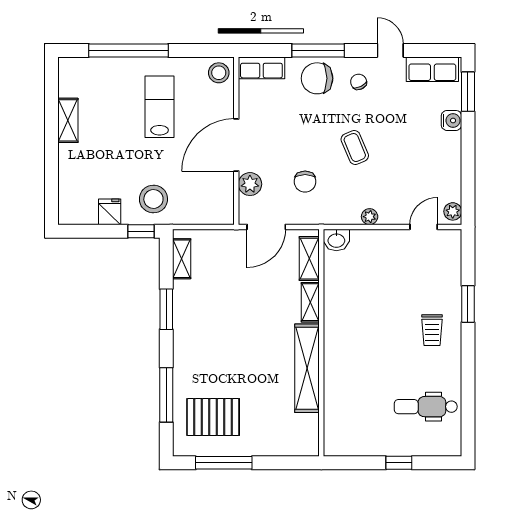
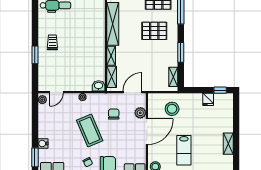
coffee table: (355, 148) -> (90, 130), width x1.86, depth x1.72
stool: (153, 199) -> (172, 109), moved
window: (141, 231) -> (220, 90), moved
pallet: (221, 354) -> (154, 31), added

